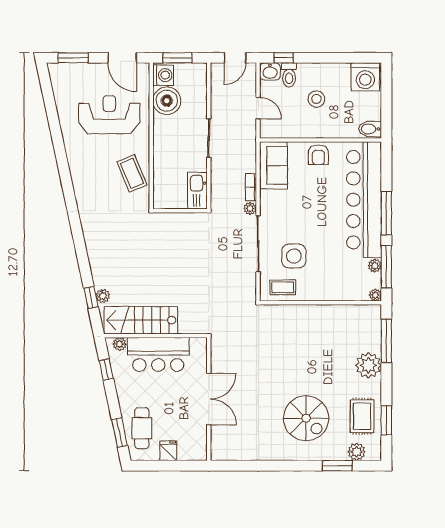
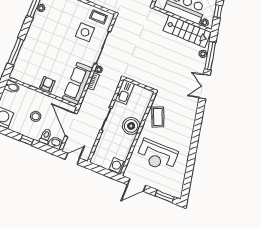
door: (122, 58) -> (137, 185), swing flipped
window: (177, 58) -> (105, 172), removed
window: (284, 58) -> (27, 140), moved
boiler: (167, 101) -> (131, 126), moved
door: (258, 108) -> (71, 125), width x1.87
sofa: (273, 165) -> (78, 84), width x1.36
bar counter: (364, 200) -> (32, 48), removed
window: (386, 213) -> (16, 52), moved
double door: (80, 248) -> (204, 87), added
window: (91, 297) -> (210, 56), width x2.17

